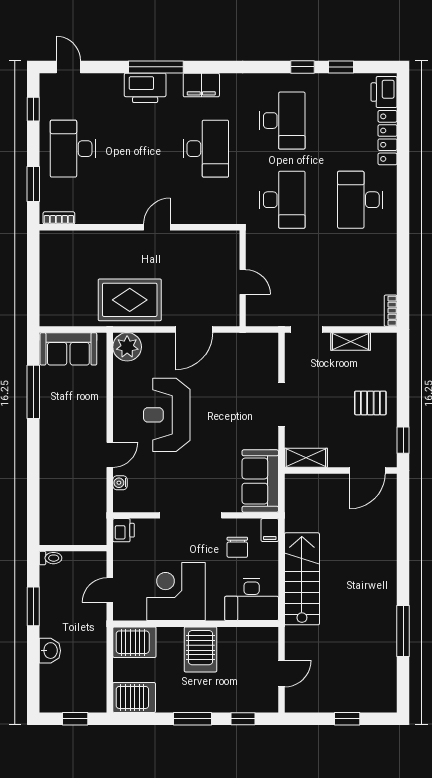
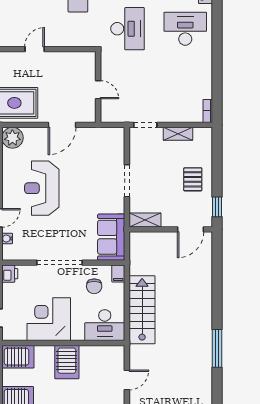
desk: (360, 200) -> (185, 29), turned 90
pallet: (370, 403) -> (193, 179), turned 90

